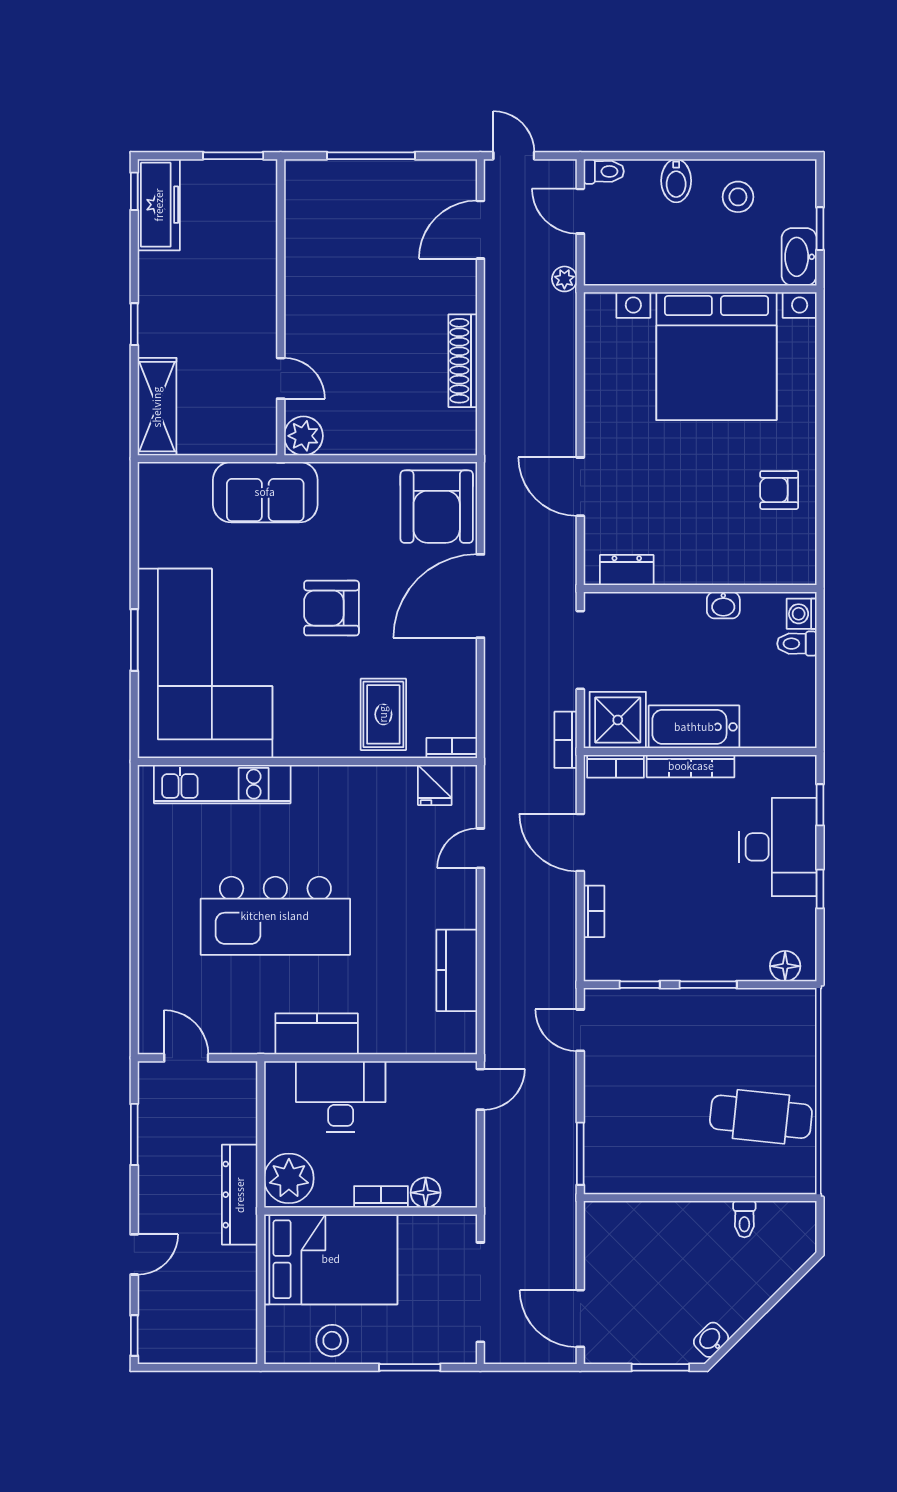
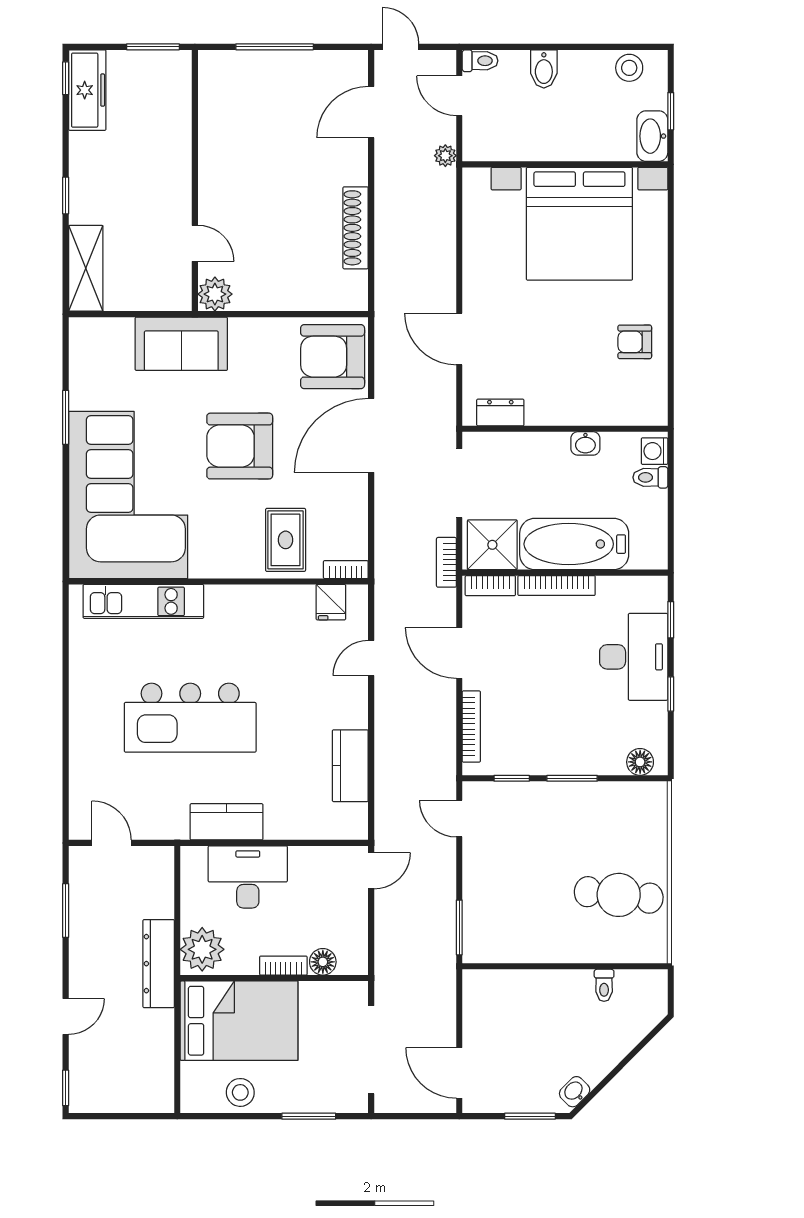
stool: (738, 197) -> (629, 68), moved
armchair: (437, 507) -> (333, 357), turned 90
armchair: (331, 608) -> (240, 446), width x1.36, depth x1.36
window: (134, 640) -> (66, 417), moved
bathtub: (694, 727) -> (574, 544), width x1.36, depth x1.36
bookcase: (594, 911) -> (471, 727), width x1.56

